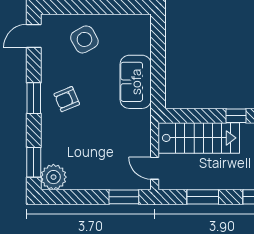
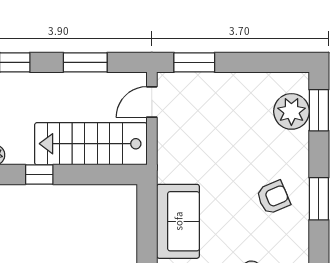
door: (155, 168) -> (152, 102), swing flipped
plant: (53, 177) -> (291, 111), moved

